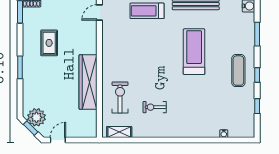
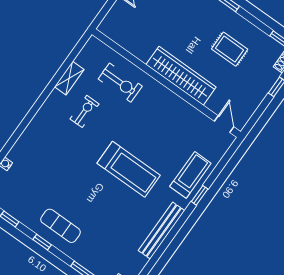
treadmill: (194, 52) -> (129, 169), moved
wardrobe: (88, 82) -> (181, 76), moved
shelving: (119, 132) -> (69, 78), moved

